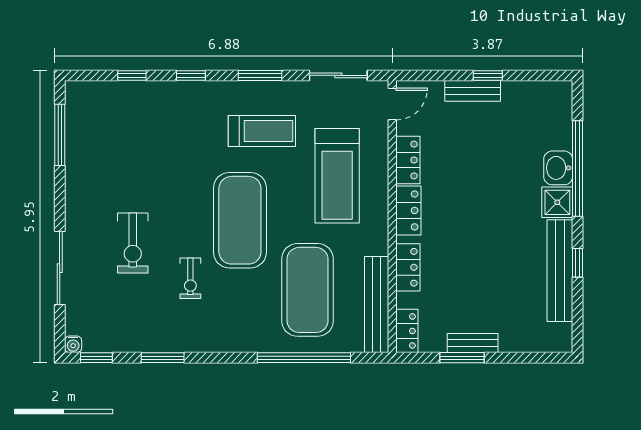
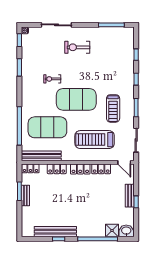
washbasin: (558, 168) -> (126, 231), moved
shower: (557, 202) -> (112, 231), moved
exercise bike: (133, 243) -> (77, 47), moved

